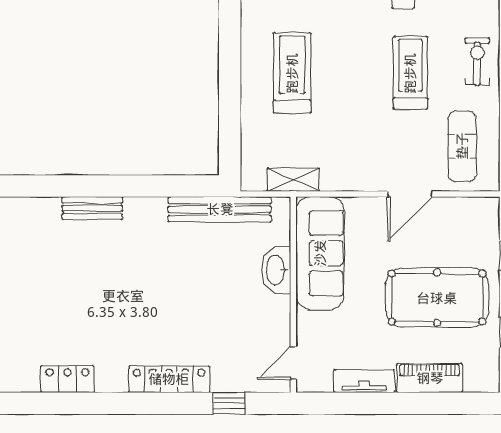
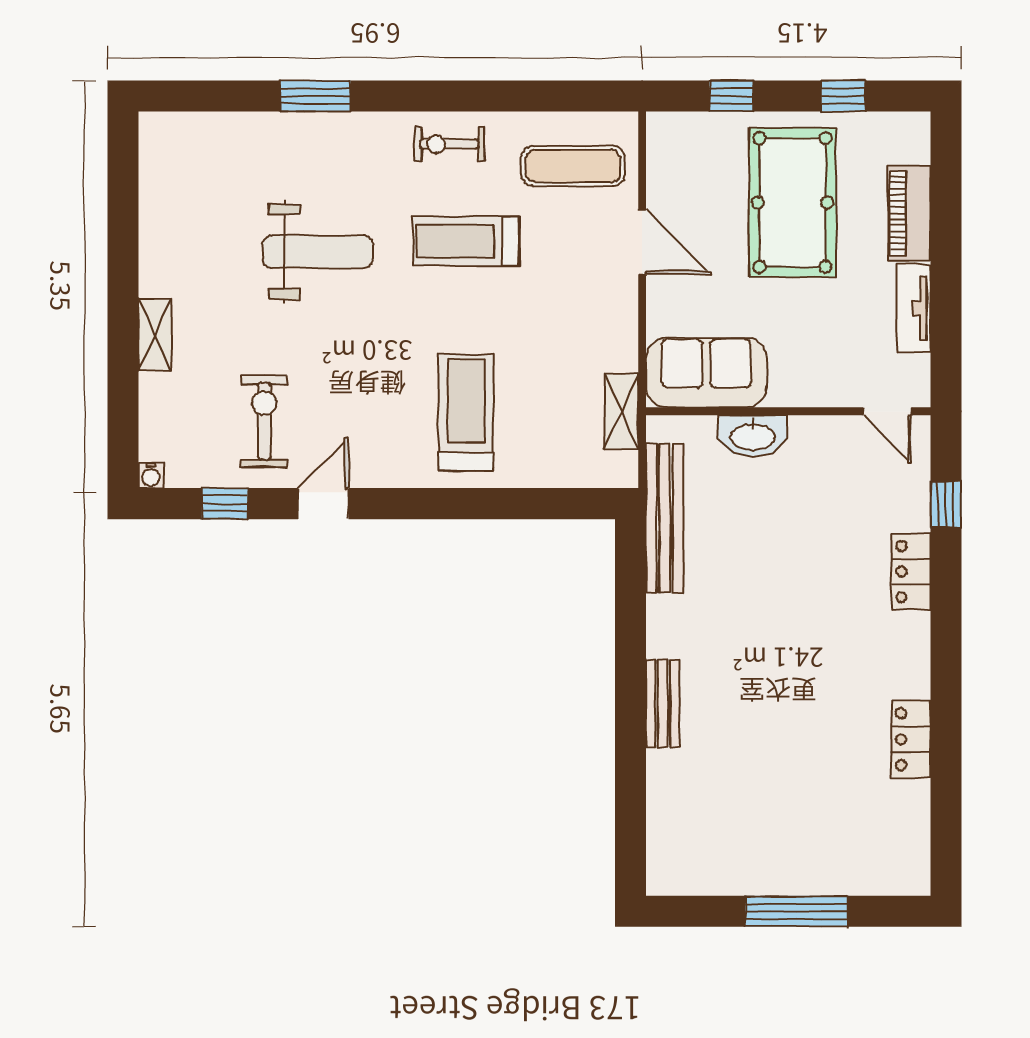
treadmill: (292, 73) -> (466, 413), turned 90
sofa: (320, 253) -> (706, 373), width x0.73
locker: (169, 379) -> (911, 571), width x0.66

